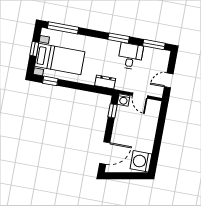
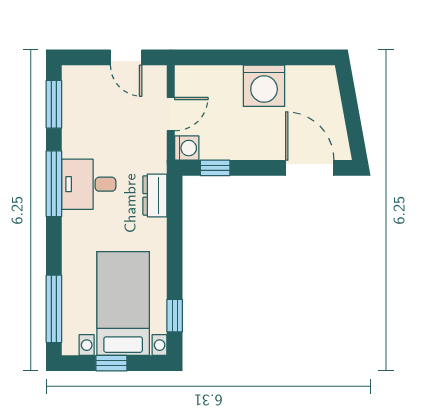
window: (119, 38) -> (54, 184), width x1.44
desk: (130, 56) -> (89, 184), moved
washing machine: (141, 161) -> (264, 86), moved

